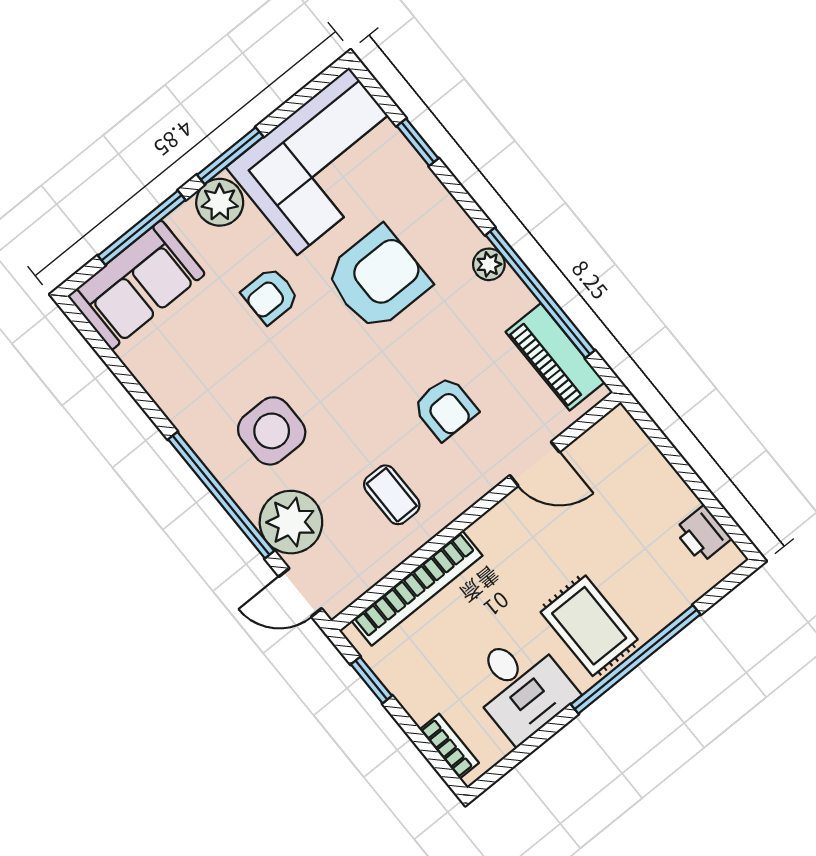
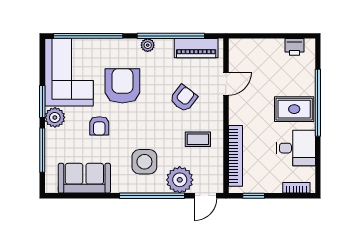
window: (418, 142) -> (88, 36), width x3.17
sofa: (136, 285) -> (84, 178), moved, turned -90
armchair: (445, 408) -> (184, 98), turned -52

